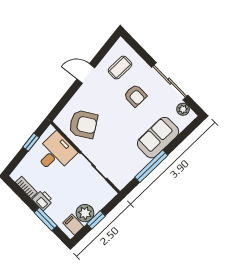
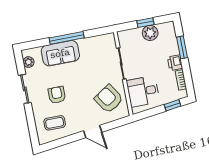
door: (86, 74) -> (93, 131), moved
sliding door: (170, 81) -> (25, 89), width x0.73
window: (31, 142) -> (172, 105), moved
window: (151, 166) -> (67, 38), moved
filing cabinet: (73, 225) -> (164, 30), removed

